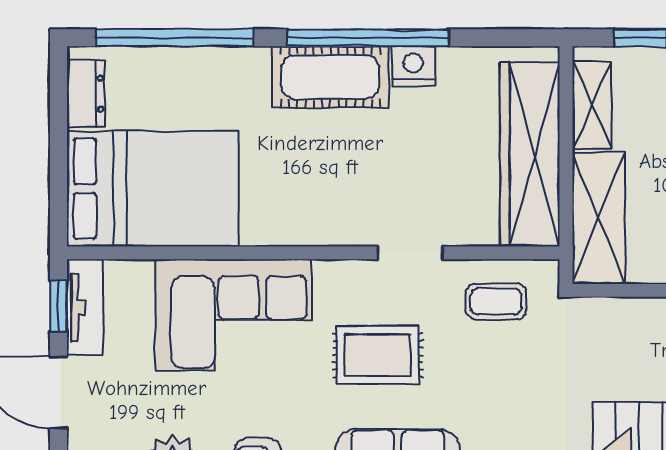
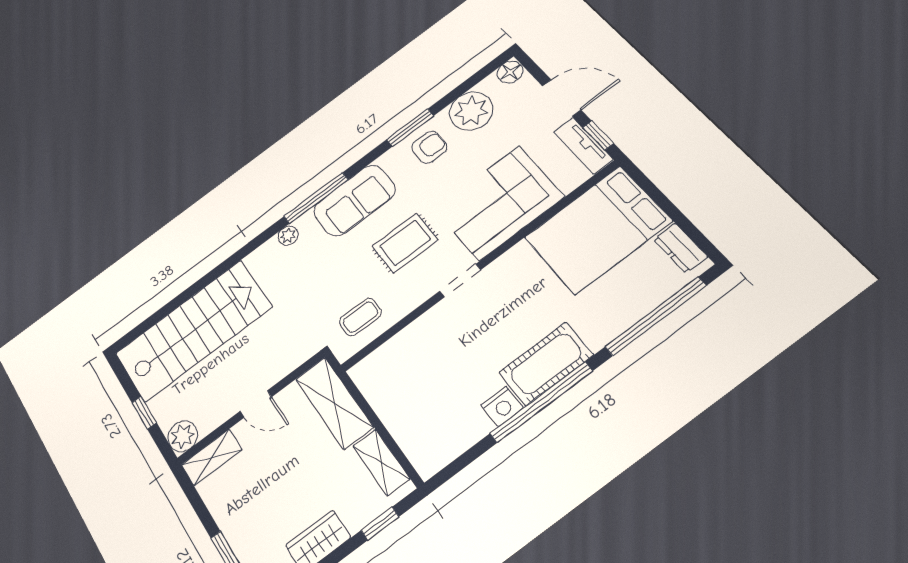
wardrobe: (530, 154) -> (398, 408), removed
doorway: (410, 253) -> (460, 280), moved

